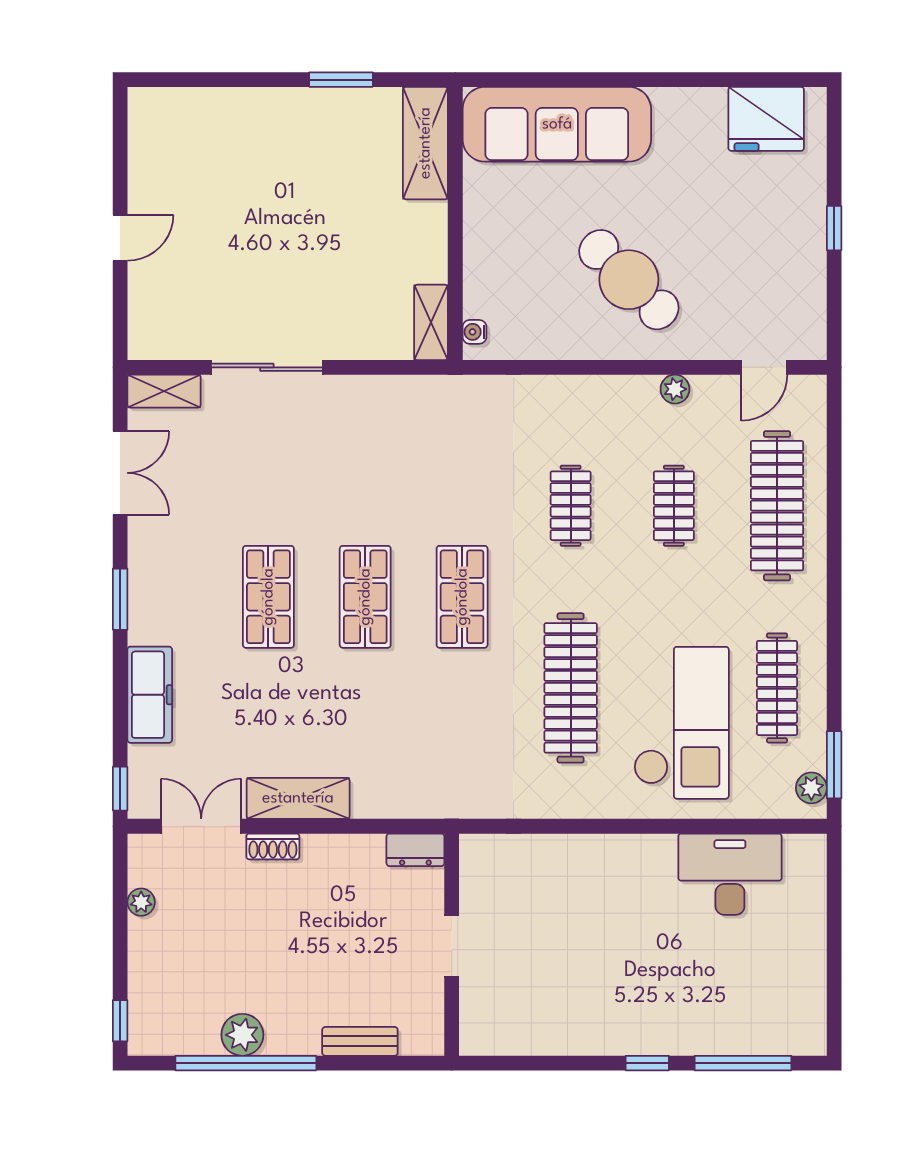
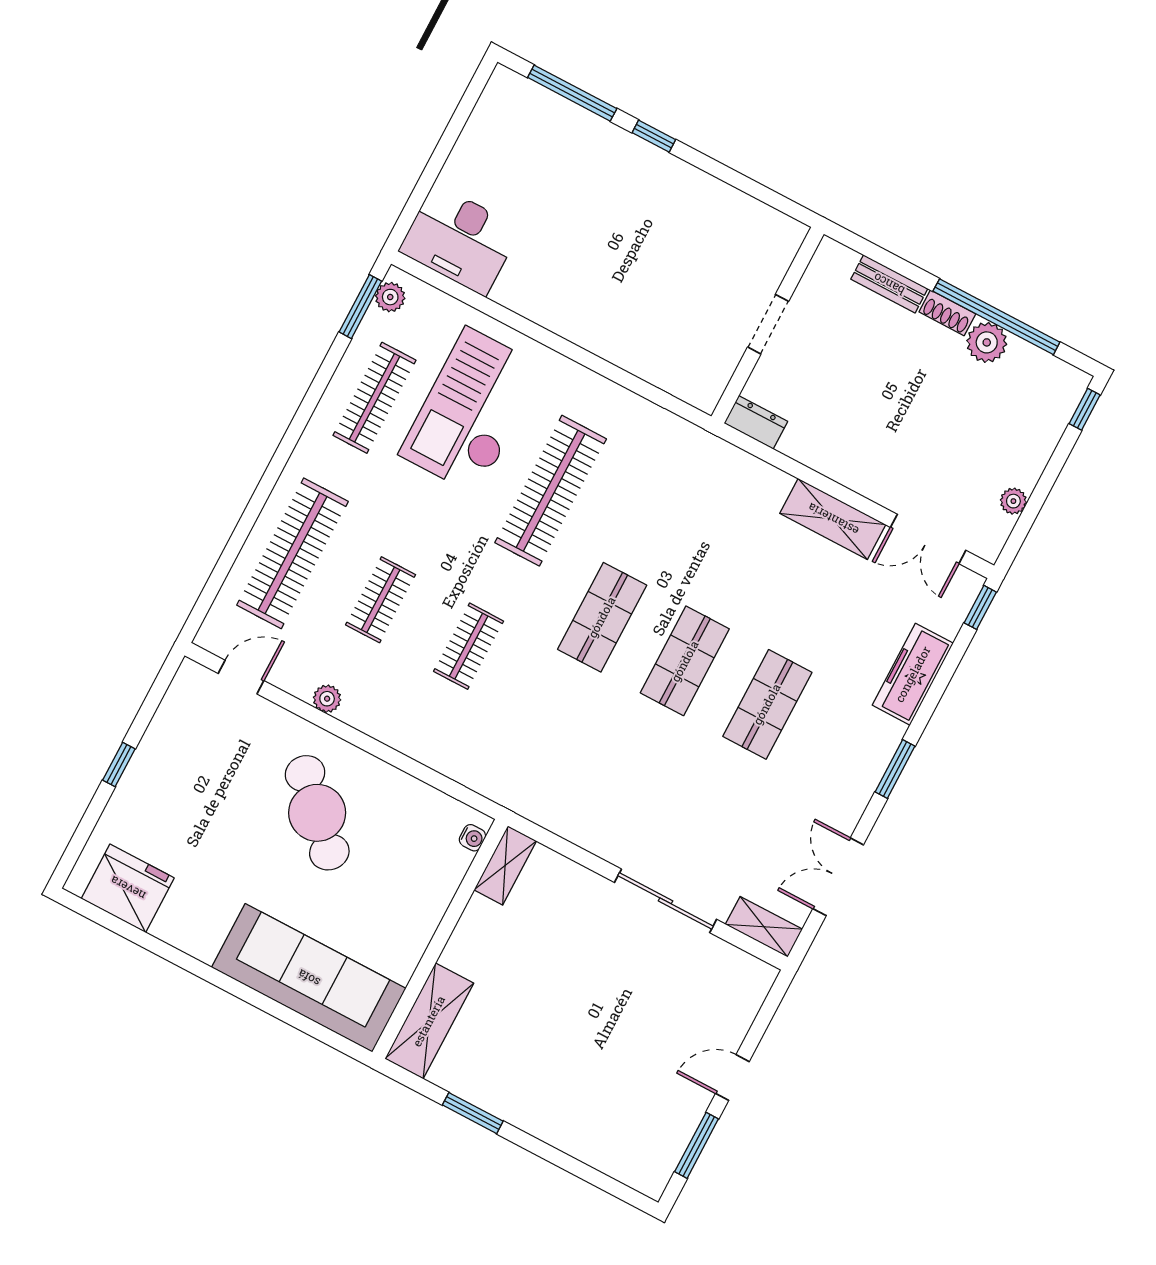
window: (120, 158) -> (697, 1145), added
shoe rack: (273, 846) -> (947, 313), moved, turned 180
desk: (730, 874) -> (460, 240), moved

